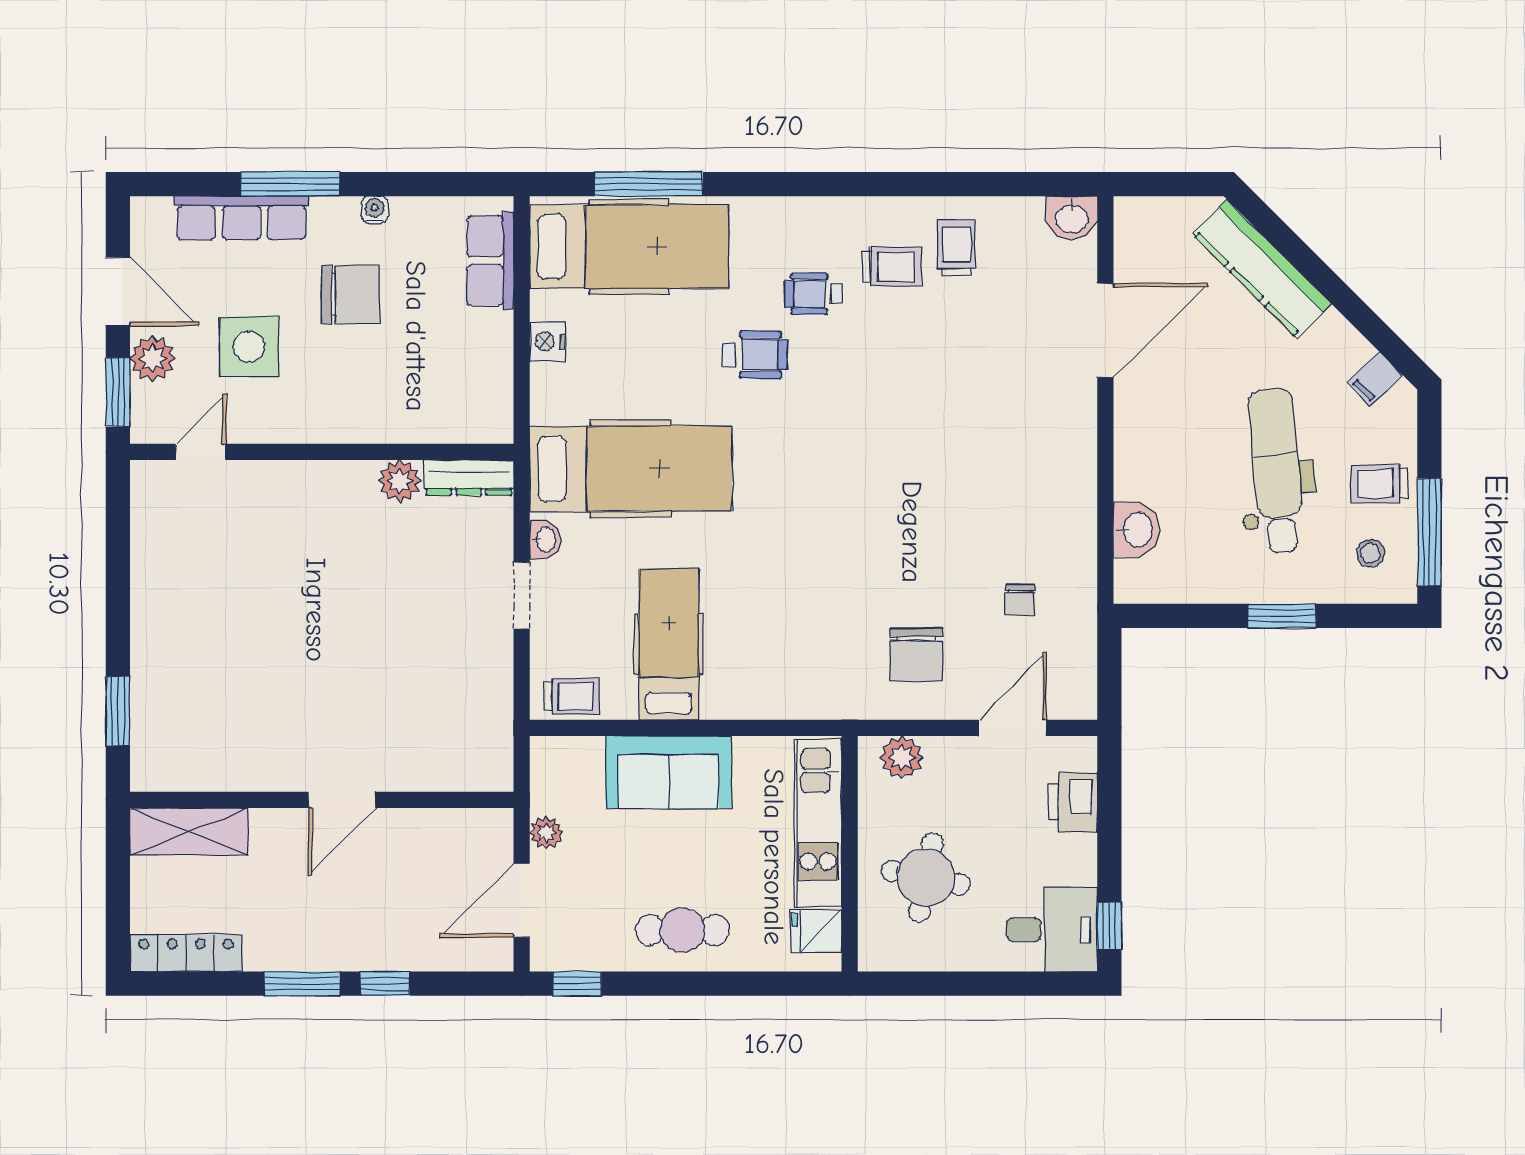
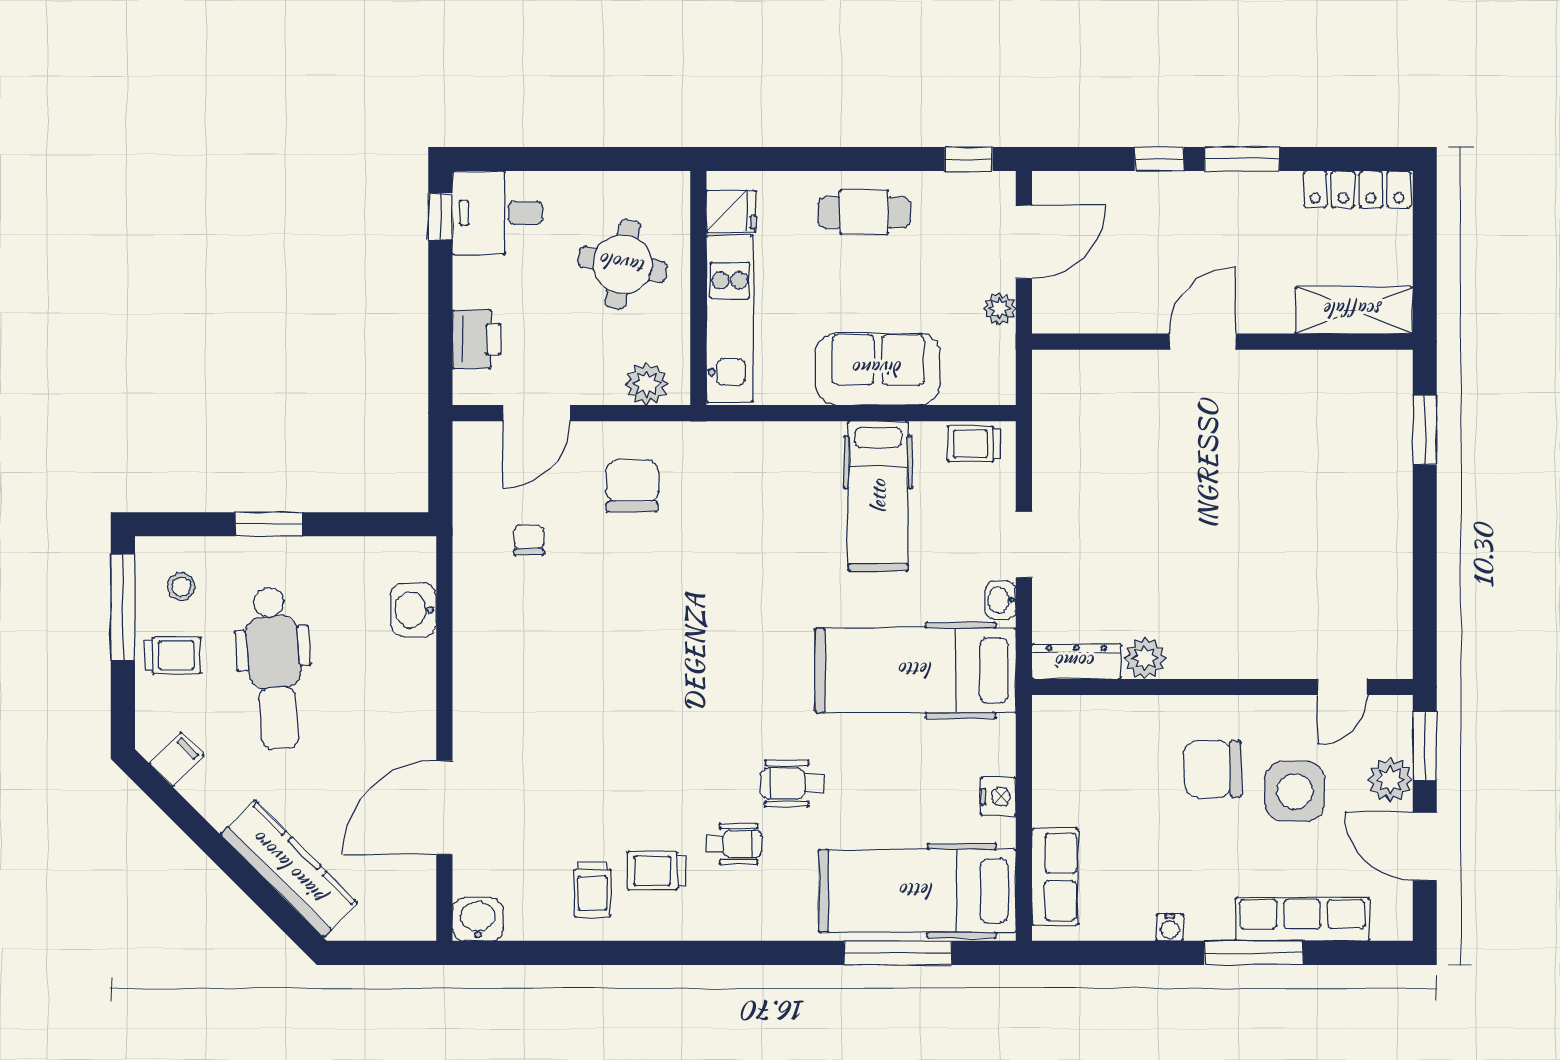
chair: (350, 295) -> (1213, 769), moved

